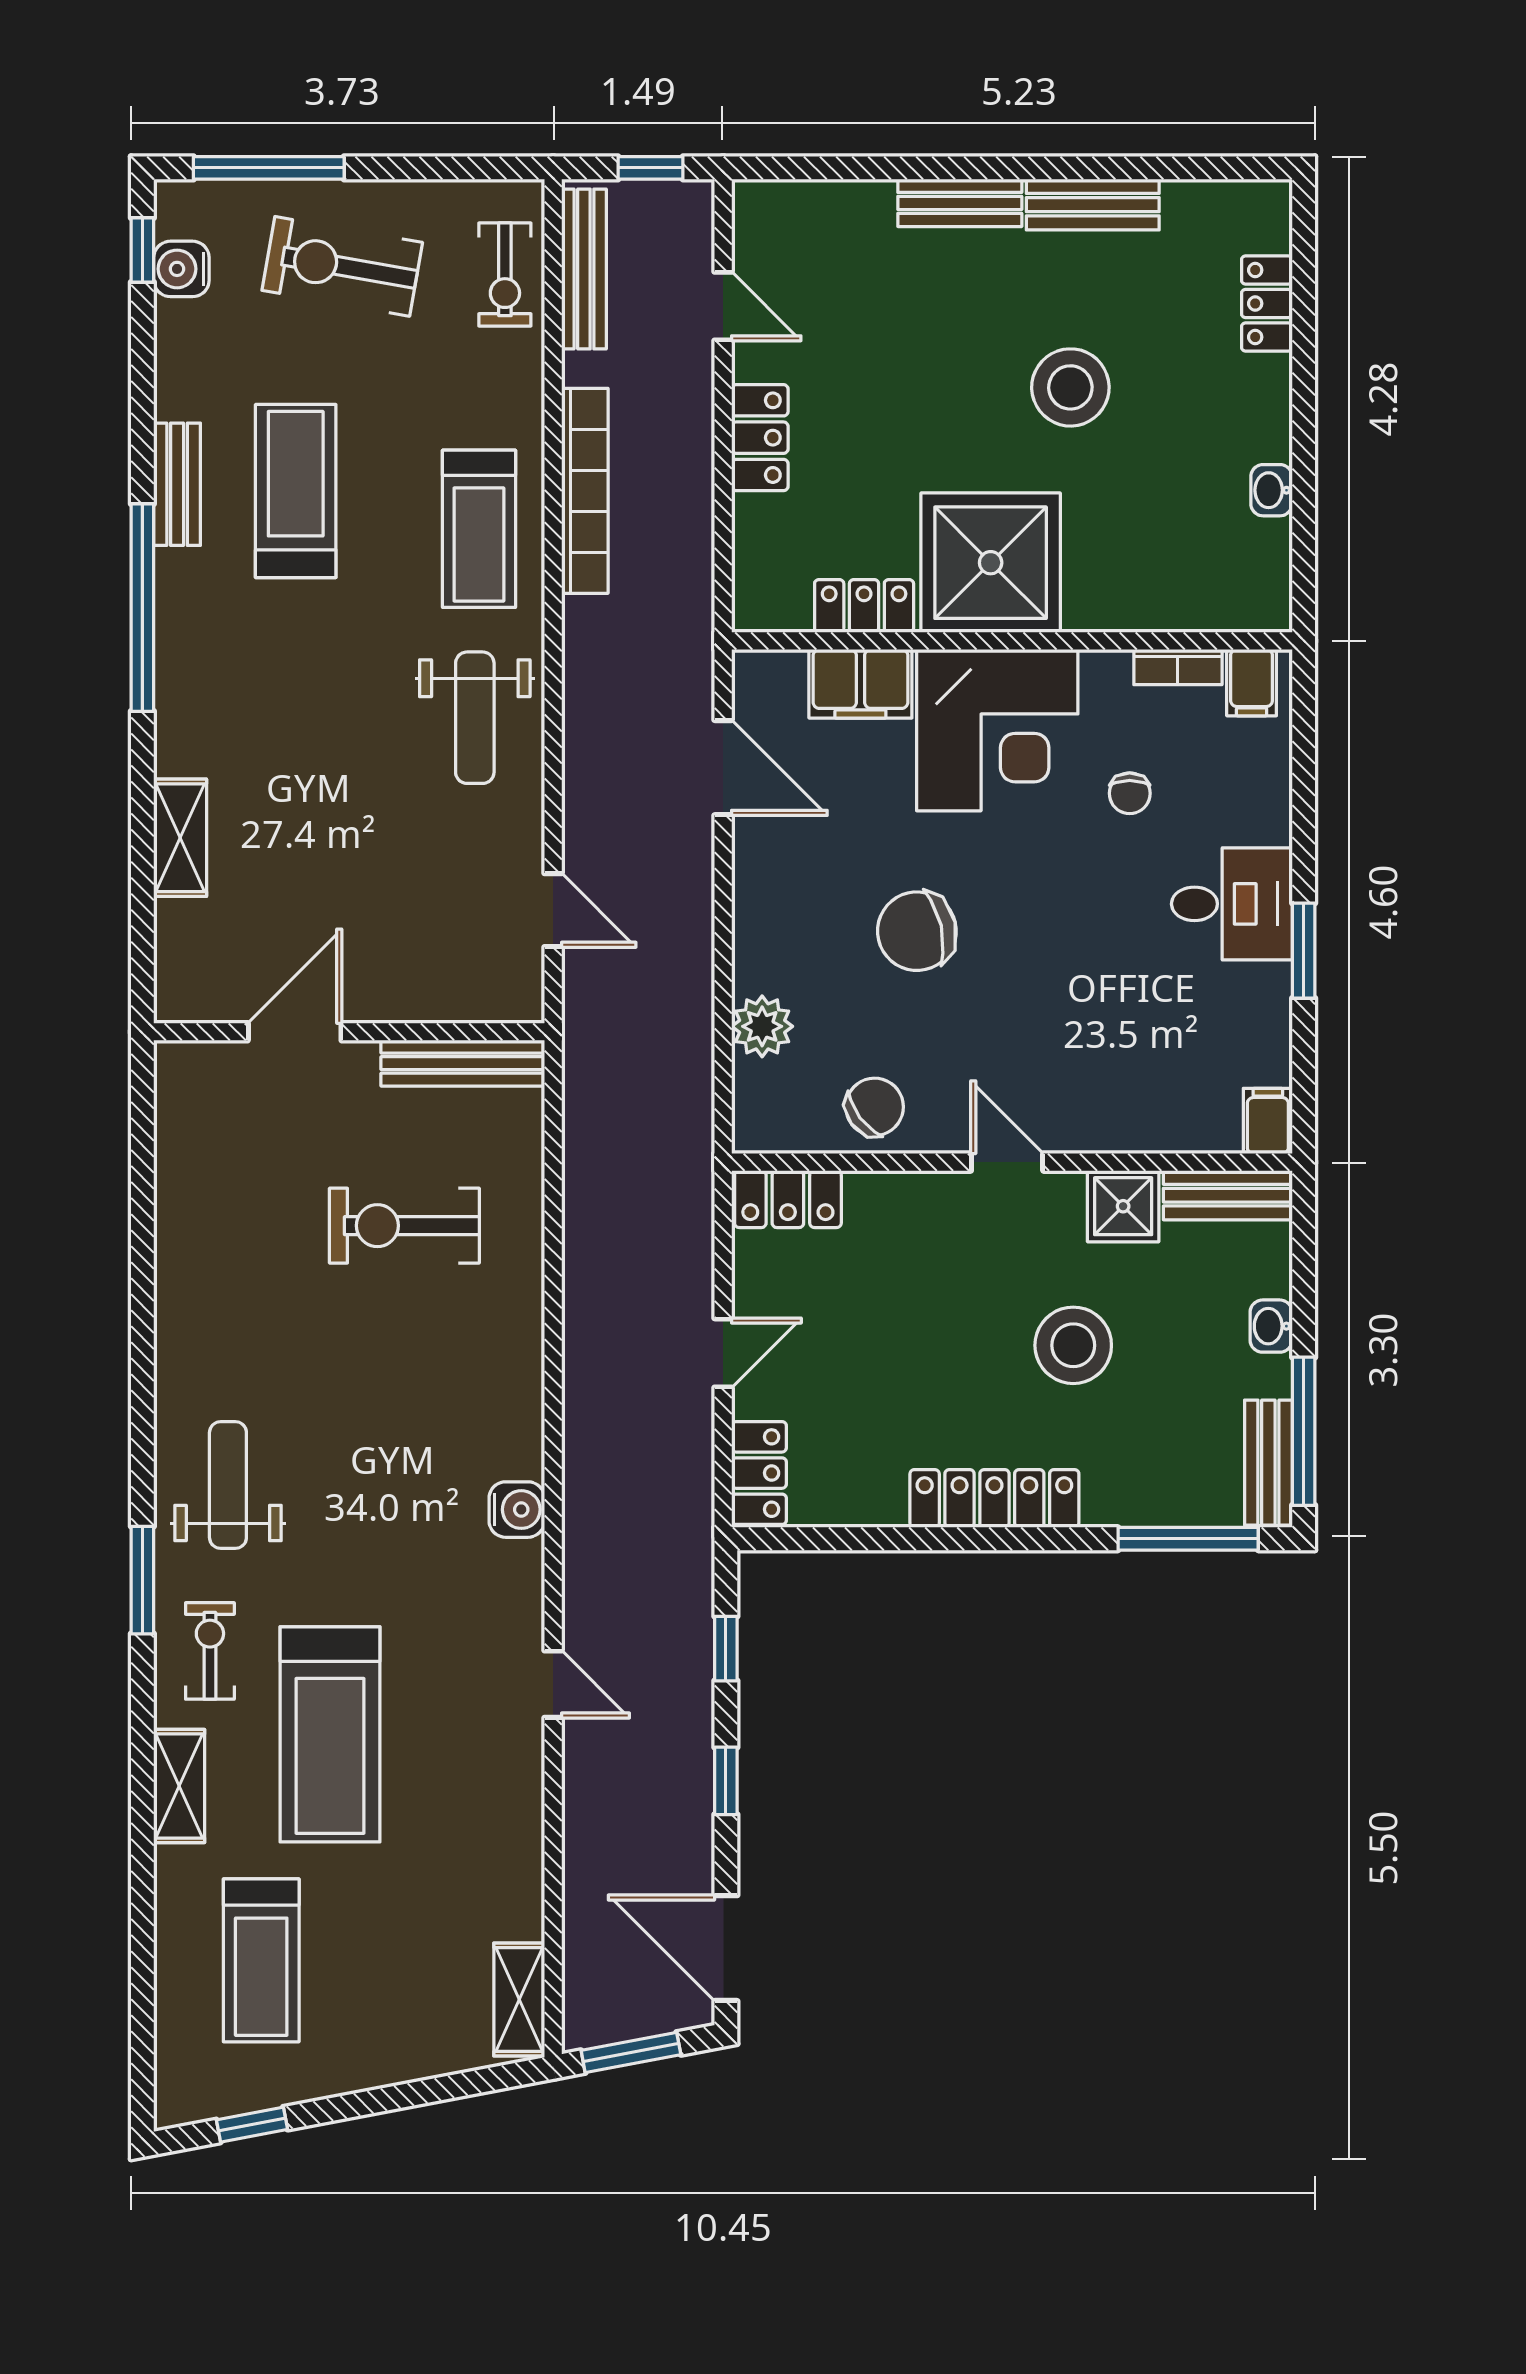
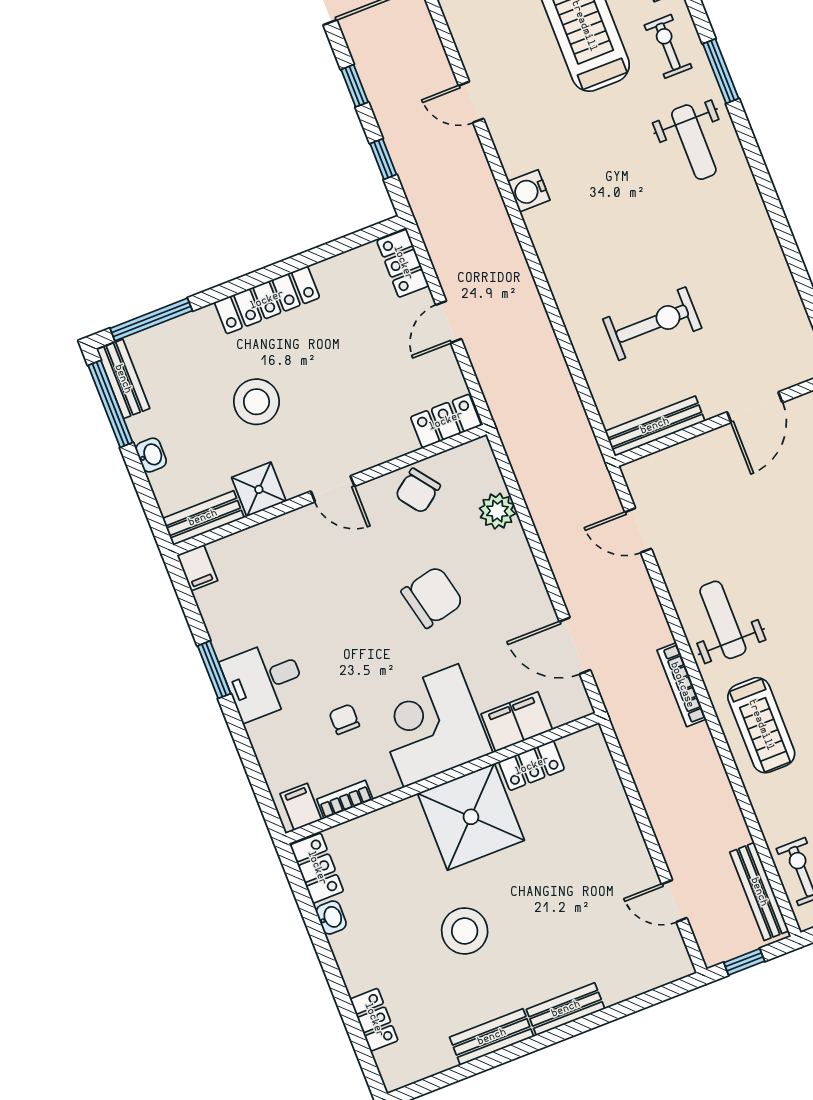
locker: (760, 438) -> (317, 868), moved, turned 180
bookcase: (585, 491) -> (682, 685), moved, width x0.68, depth x0.76
treadmill: (479, 529) -> (761, 725), turned 180
exercise bike: (210, 1651) -> (668, 46), turned 180

